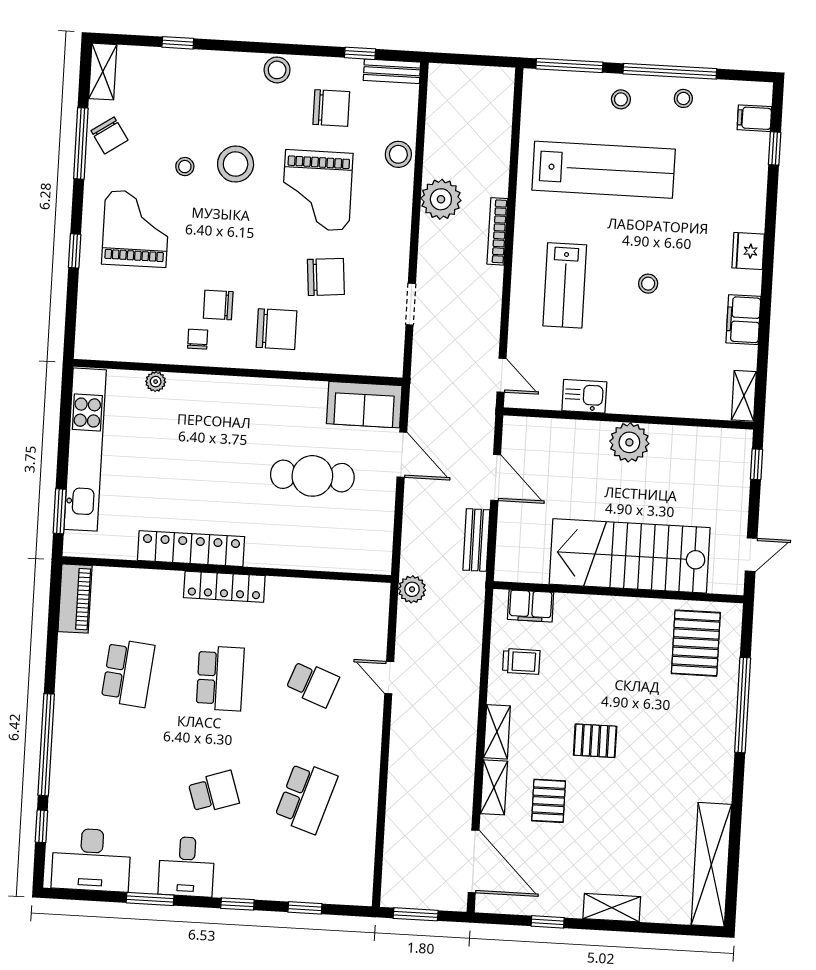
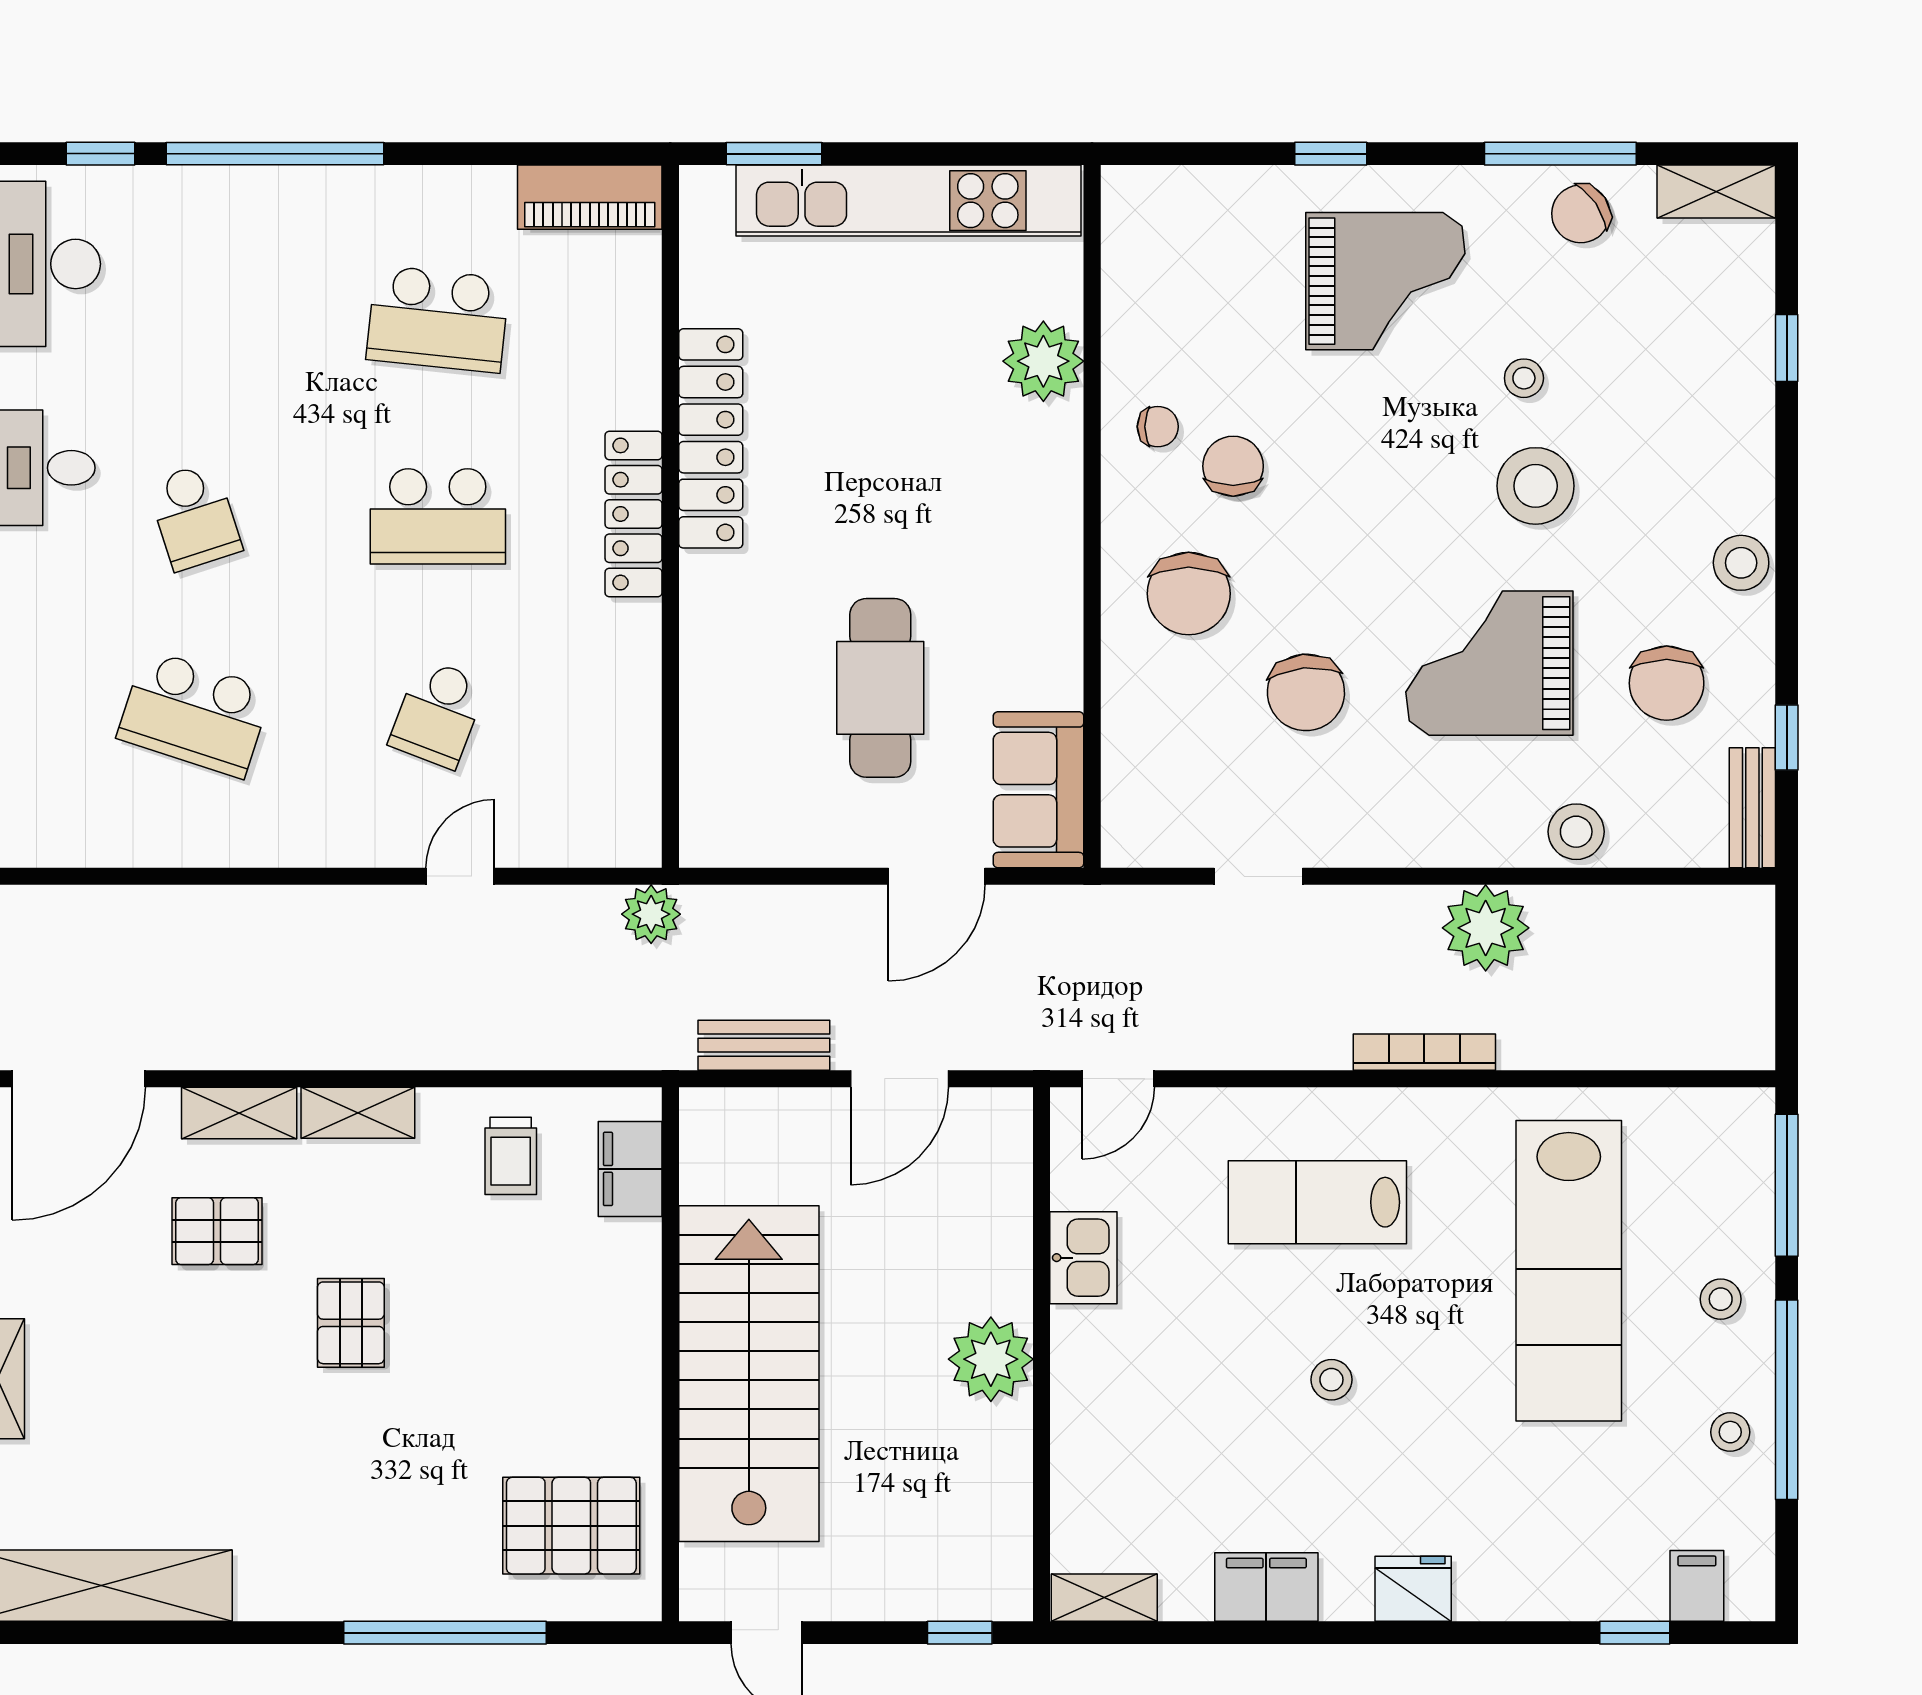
plant: (156, 382) -> (1043, 361), width x1.88, depth x1.88

